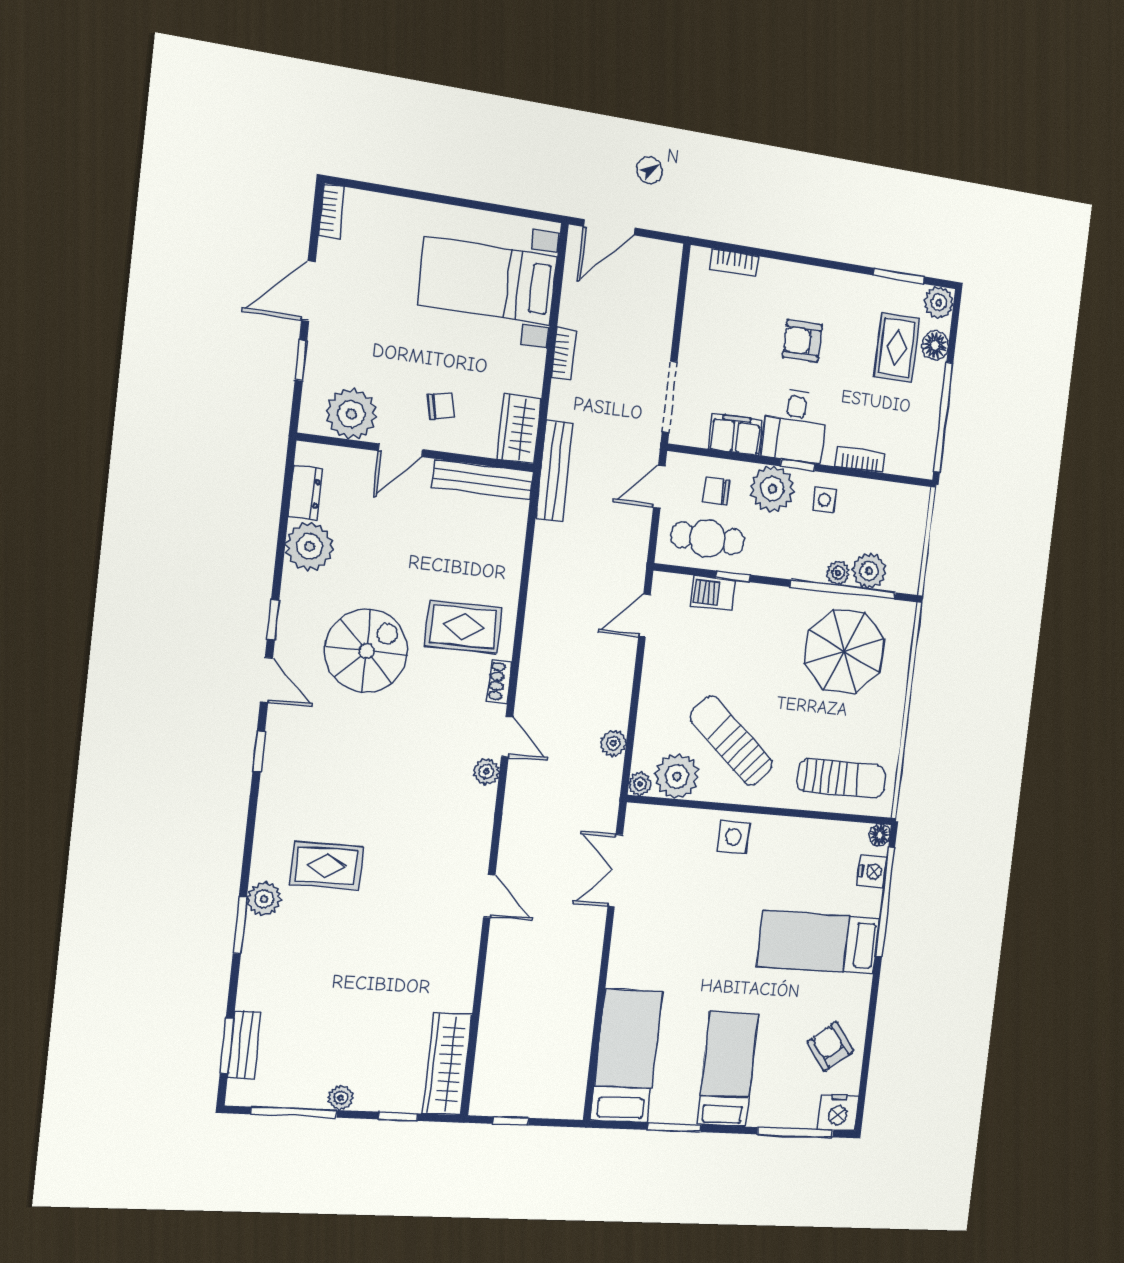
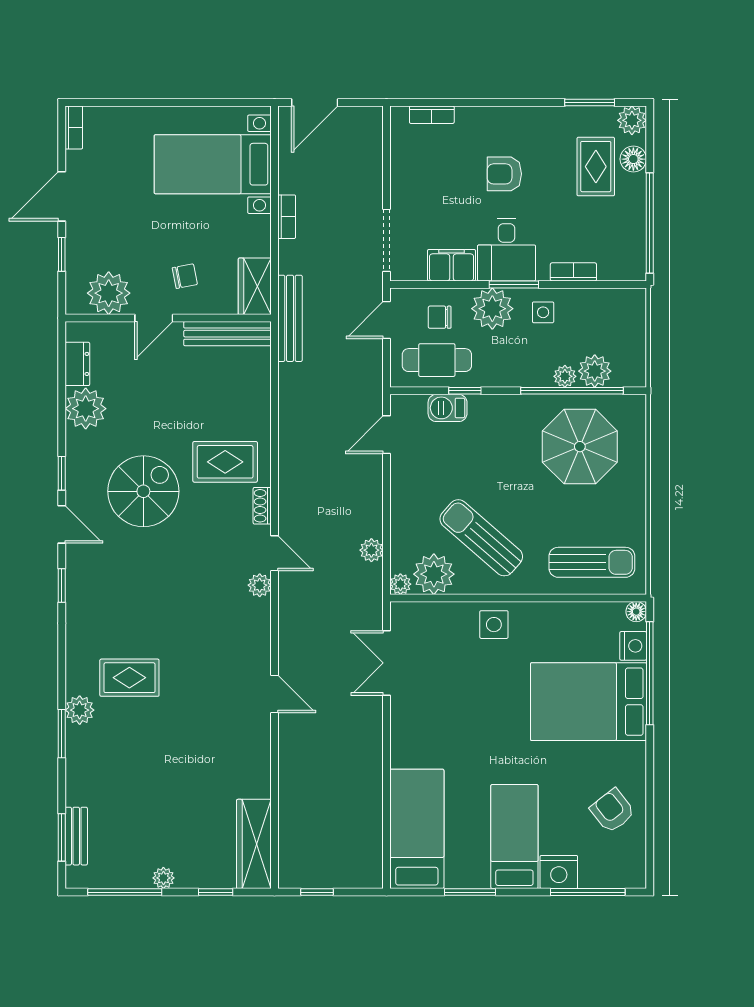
window: (798, 465) -> (514, 284), width x1.50
bed: (819, 942) -> (589, 702), width x1.50
nightstand: (838, 1112) -> (559, 872), moved

